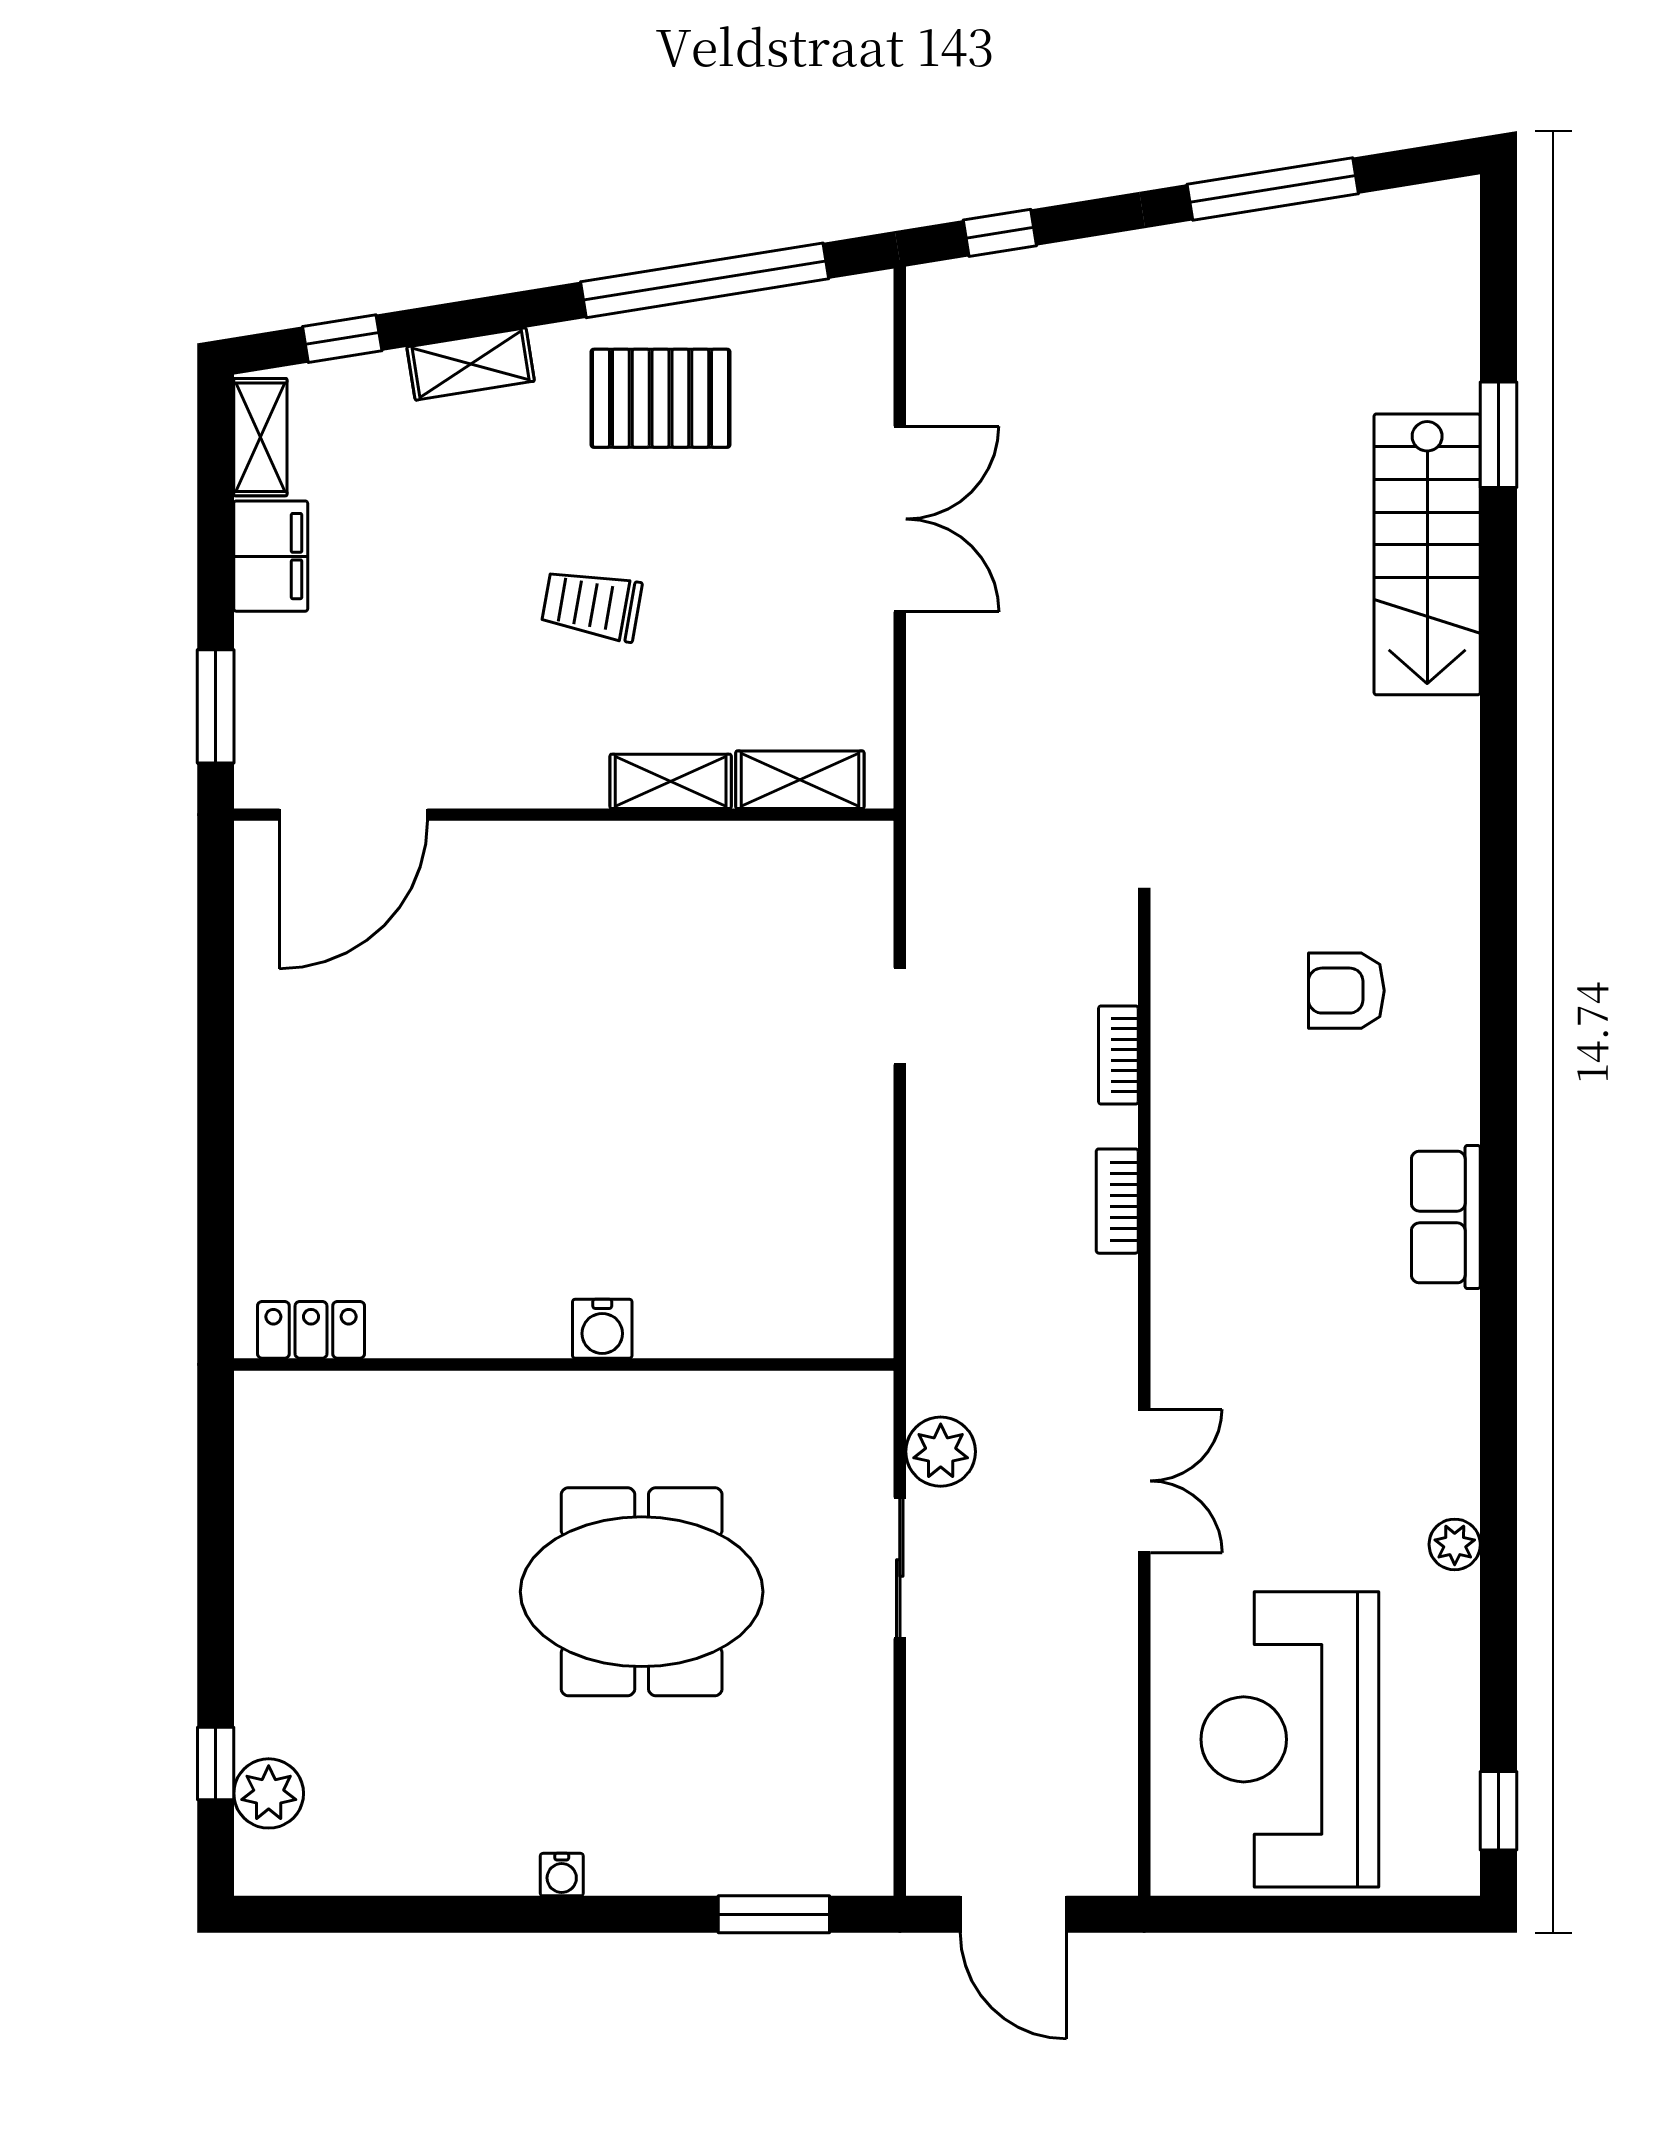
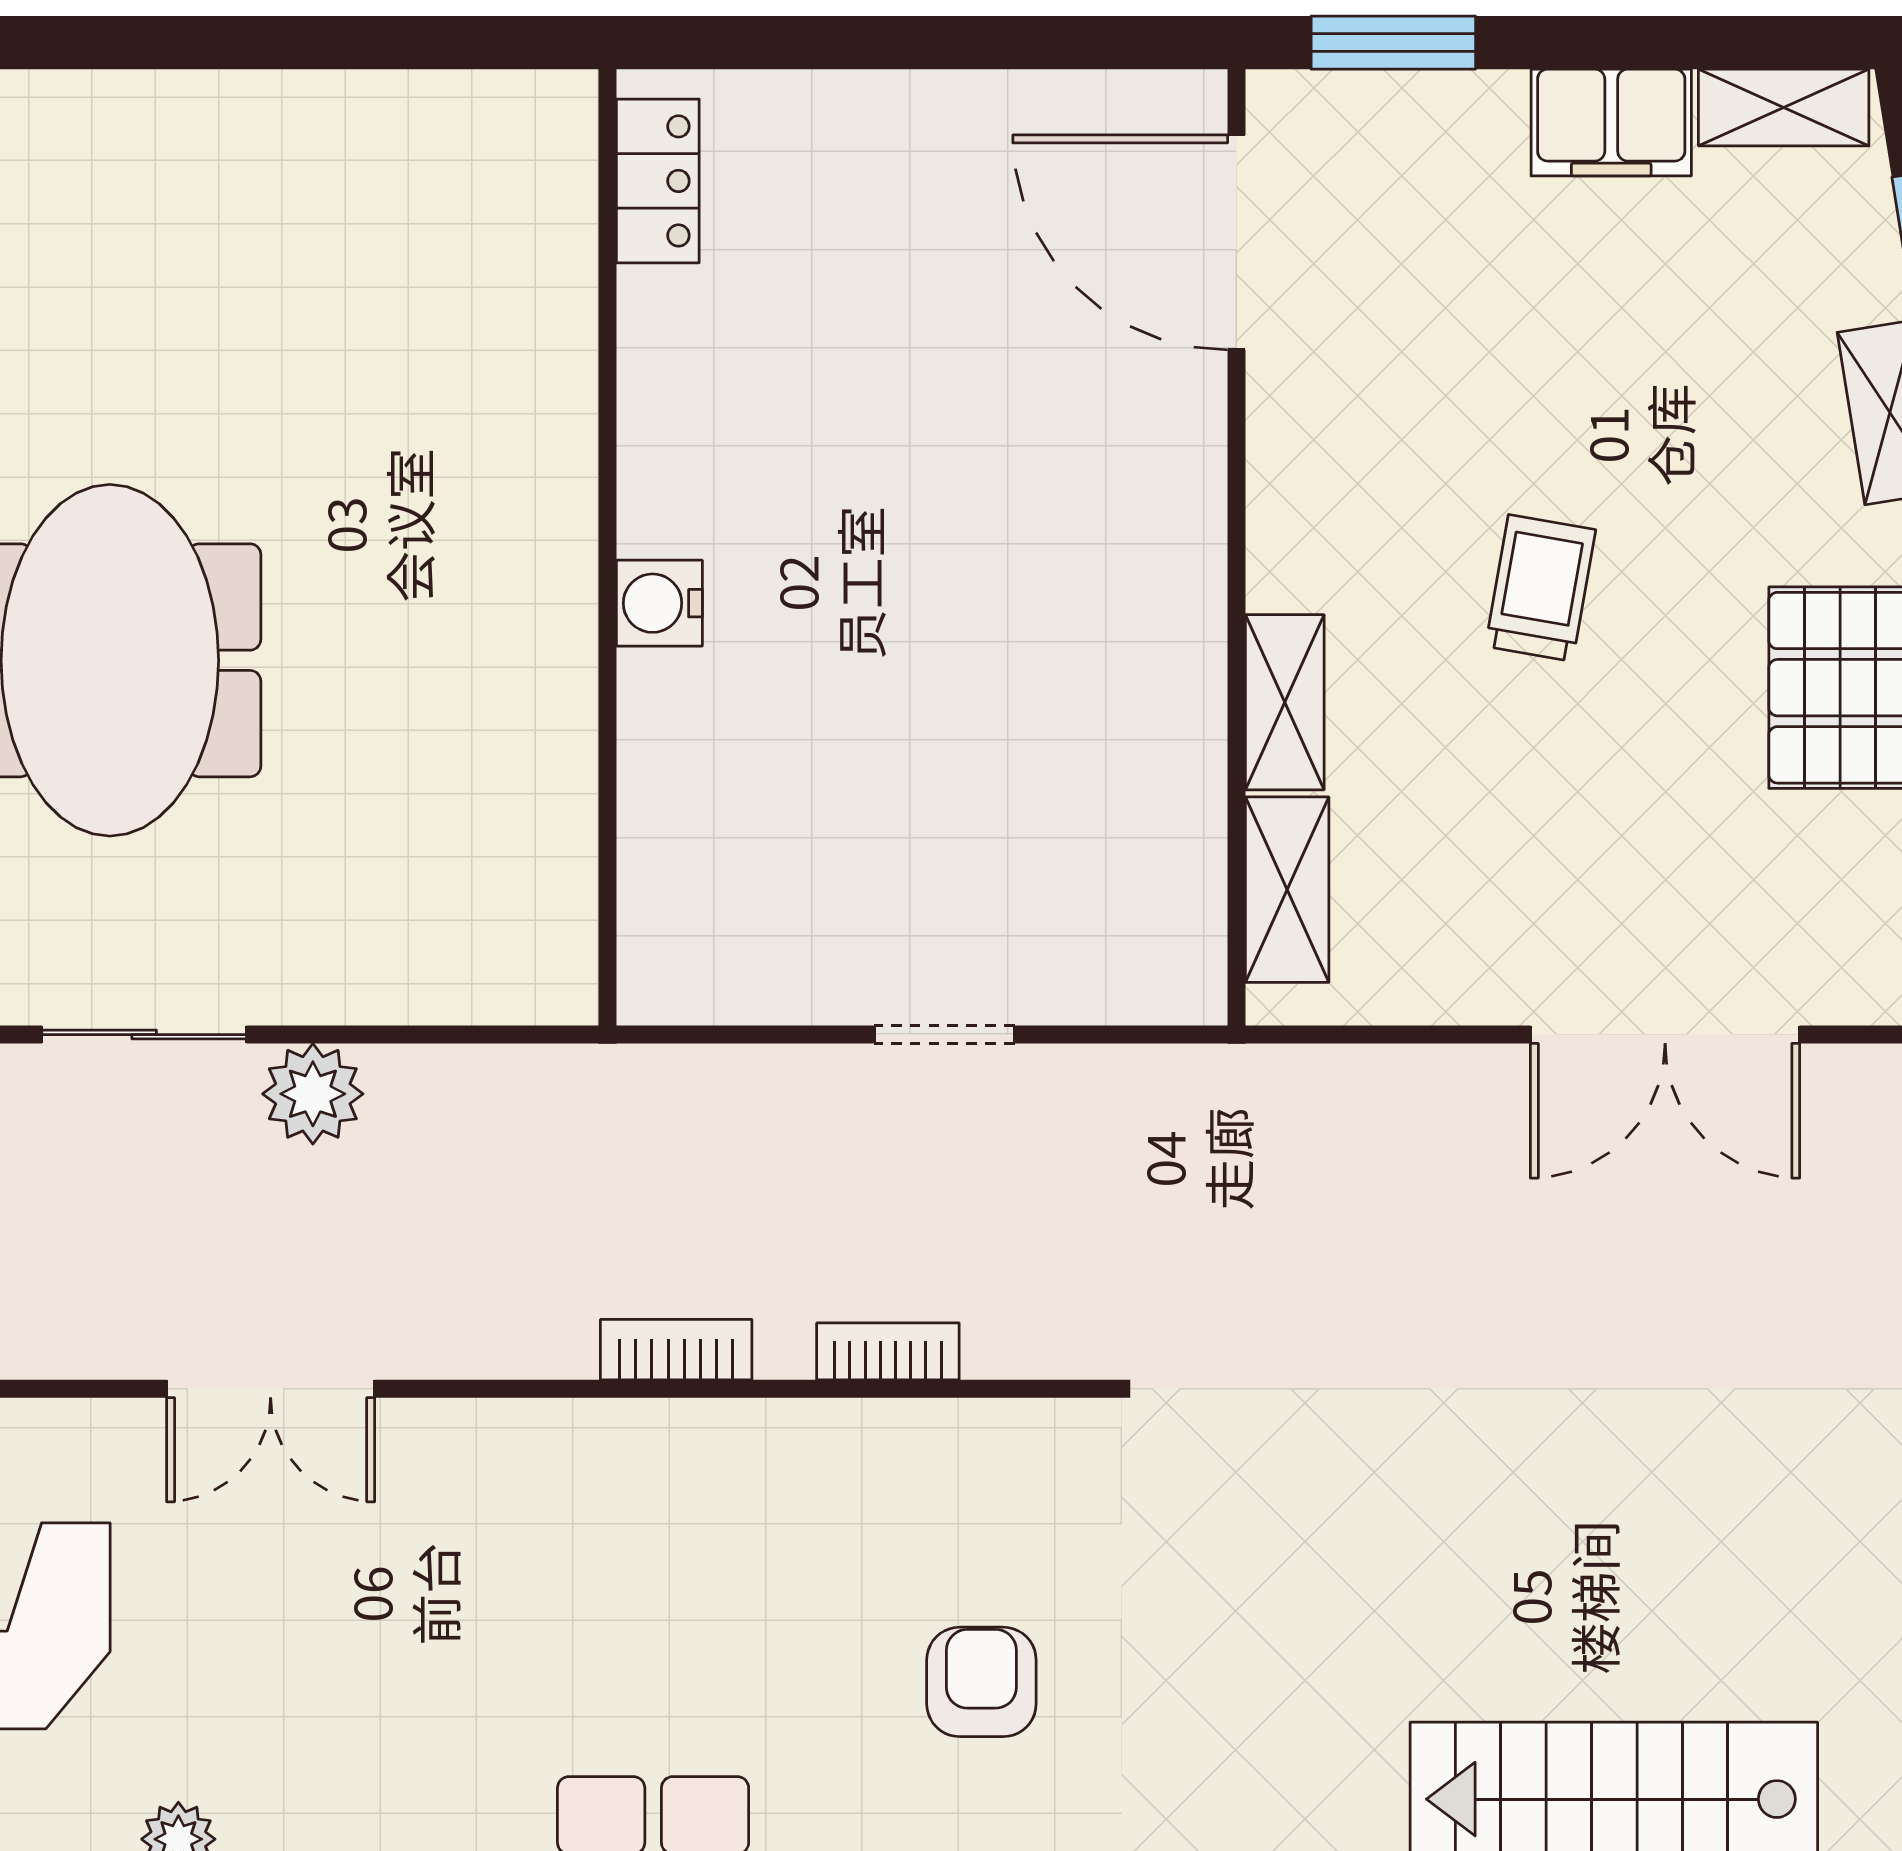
water cooler: (602, 1329) -> (659, 603), moved
locker: (311, 1330) -> (658, 181), moved
wall: (564, 1364) -> (608, 547), moved

